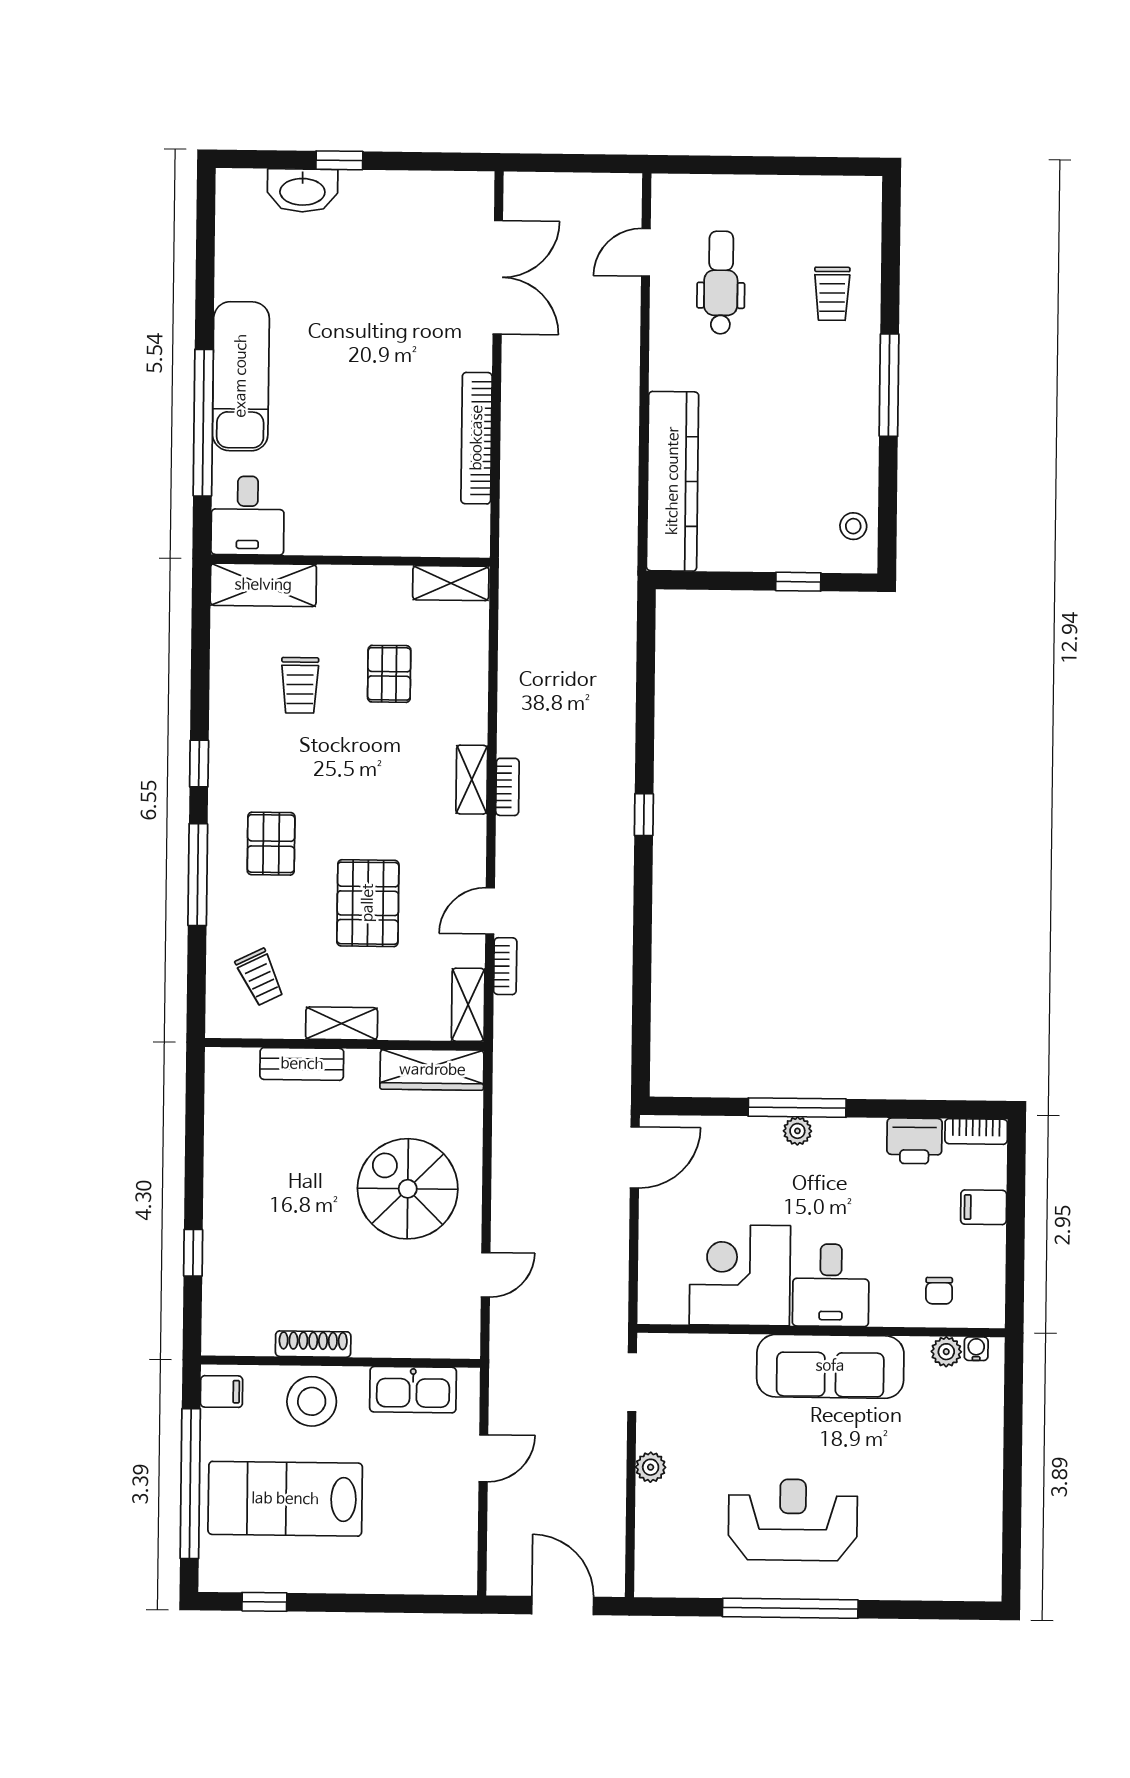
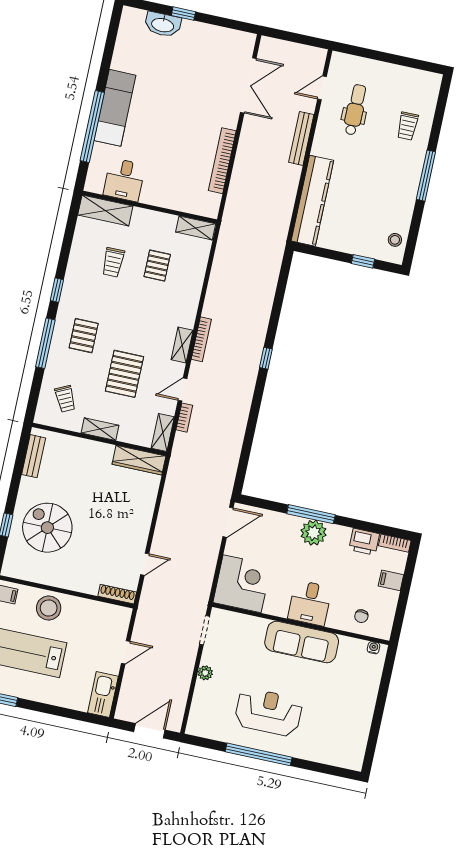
bench: (625, 362) -> (301, 138), added
desk: (248, 516) -> (124, 180), moved
shelving: (472, 780) -> (182, 345), moved
bookcase: (507, 787) -> (201, 339), width x1.56
bench: (302, 1064) -> (34, 456), moved, turned 90
plant: (797, 1131) -> (313, 533), width x1.88, depth x1.88
spiral stairs: (408, 1189) -> (47, 528), moved
corner desk: (740, 1275) -> (242, 584), moved, turned 90
shoe rack: (313, 1344) -> (117, 594), moved
plant: (946, 1352) -> (359, 646), removed
kitchen sink: (413, 1390) -> (103, 694), moved, turned 90
door: (563, 1606) -> (149, 731), hinge flipped

